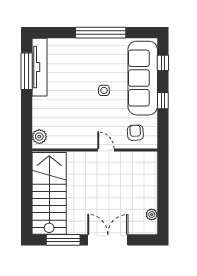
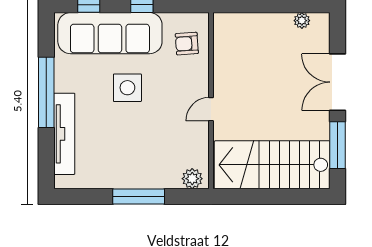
tv unit: (39, 67) -> (64, 134), moved, turned 90
window: (27, 71) -> (139, 197), moved
side table: (104, 90) -> (127, 88), width x1.87, depth x1.87
door: (106, 150) -> (211, 109), moved

